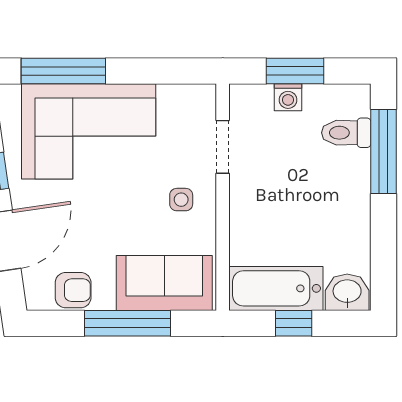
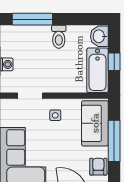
toilet: (346, 133) -> (59, 37), moved

